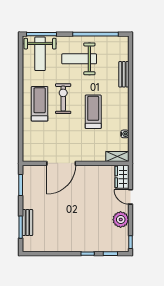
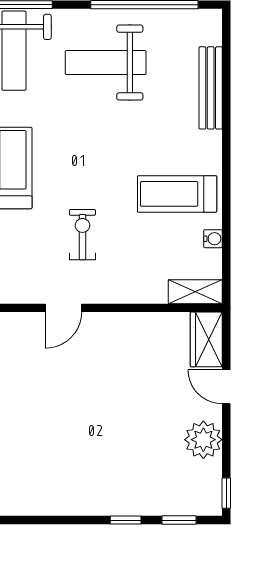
bench: (124, 74) -> (211, 88), width x1.36
exercise bike: (63, 99) -> (82, 235), moved, width x0.73, depth x0.72
treadmill: (93, 112) -> (177, 194), moved, turned -90
door: (61, 163) -> (63, 308), width x0.53

